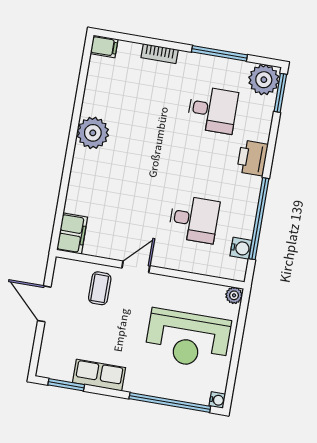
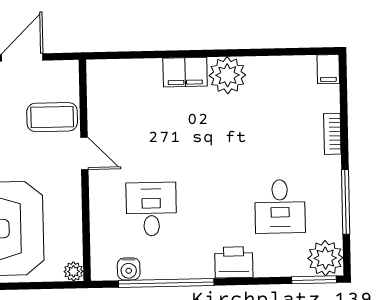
desk: (194, 219) -> (151, 209), turned 180
filing cabinet: (72, 234) -> (185, 72), moved
coffee table: (100, 288) -> (52, 117), width x1.36, depth x1.30

